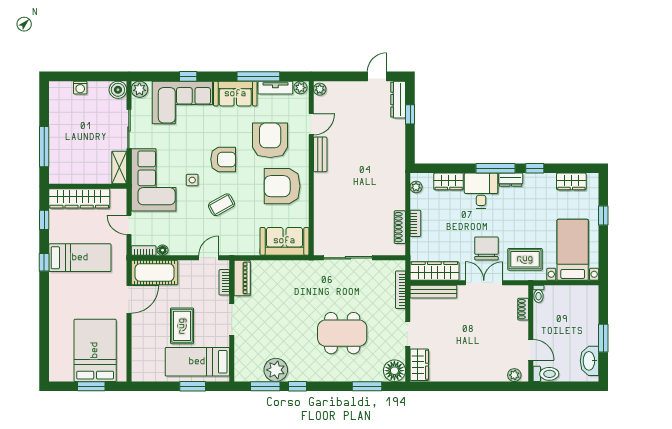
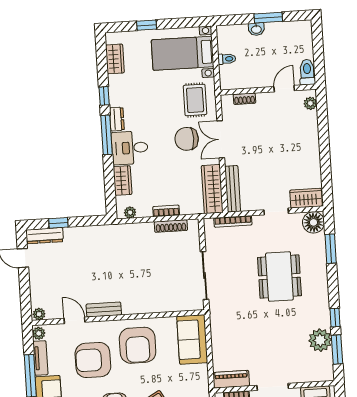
toilet: (538, 294) -> (227, 59), moved
washbasin: (589, 361) -> (256, 29), moved, width x0.52, depth x0.69

